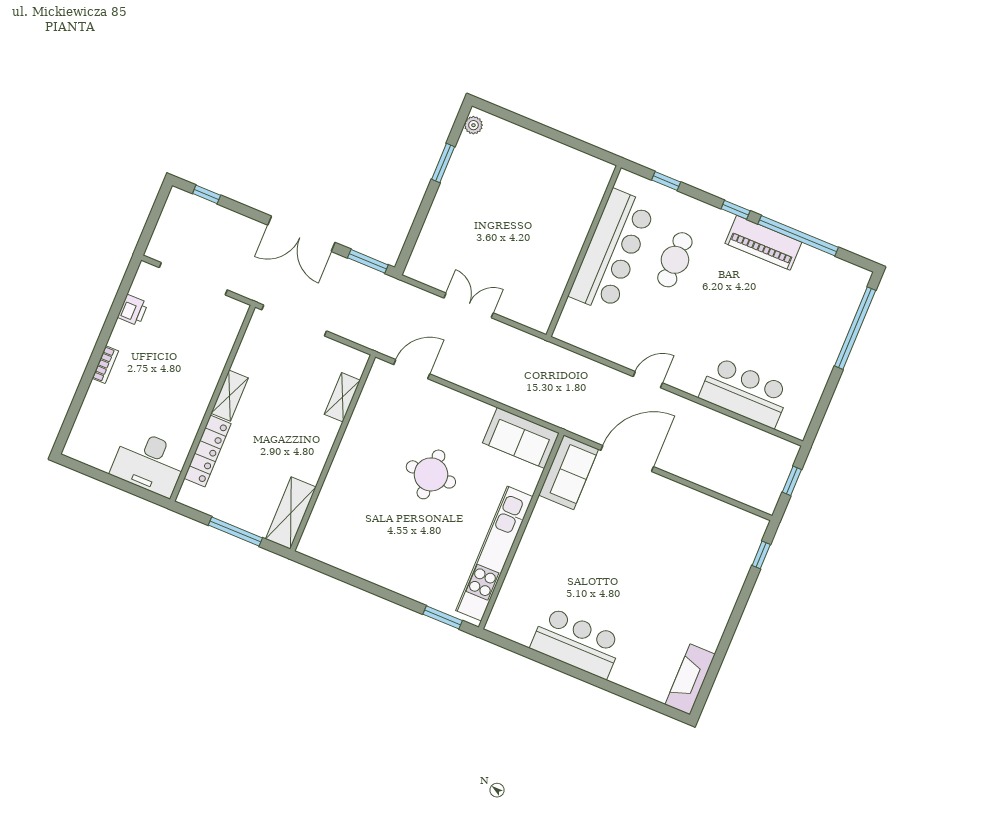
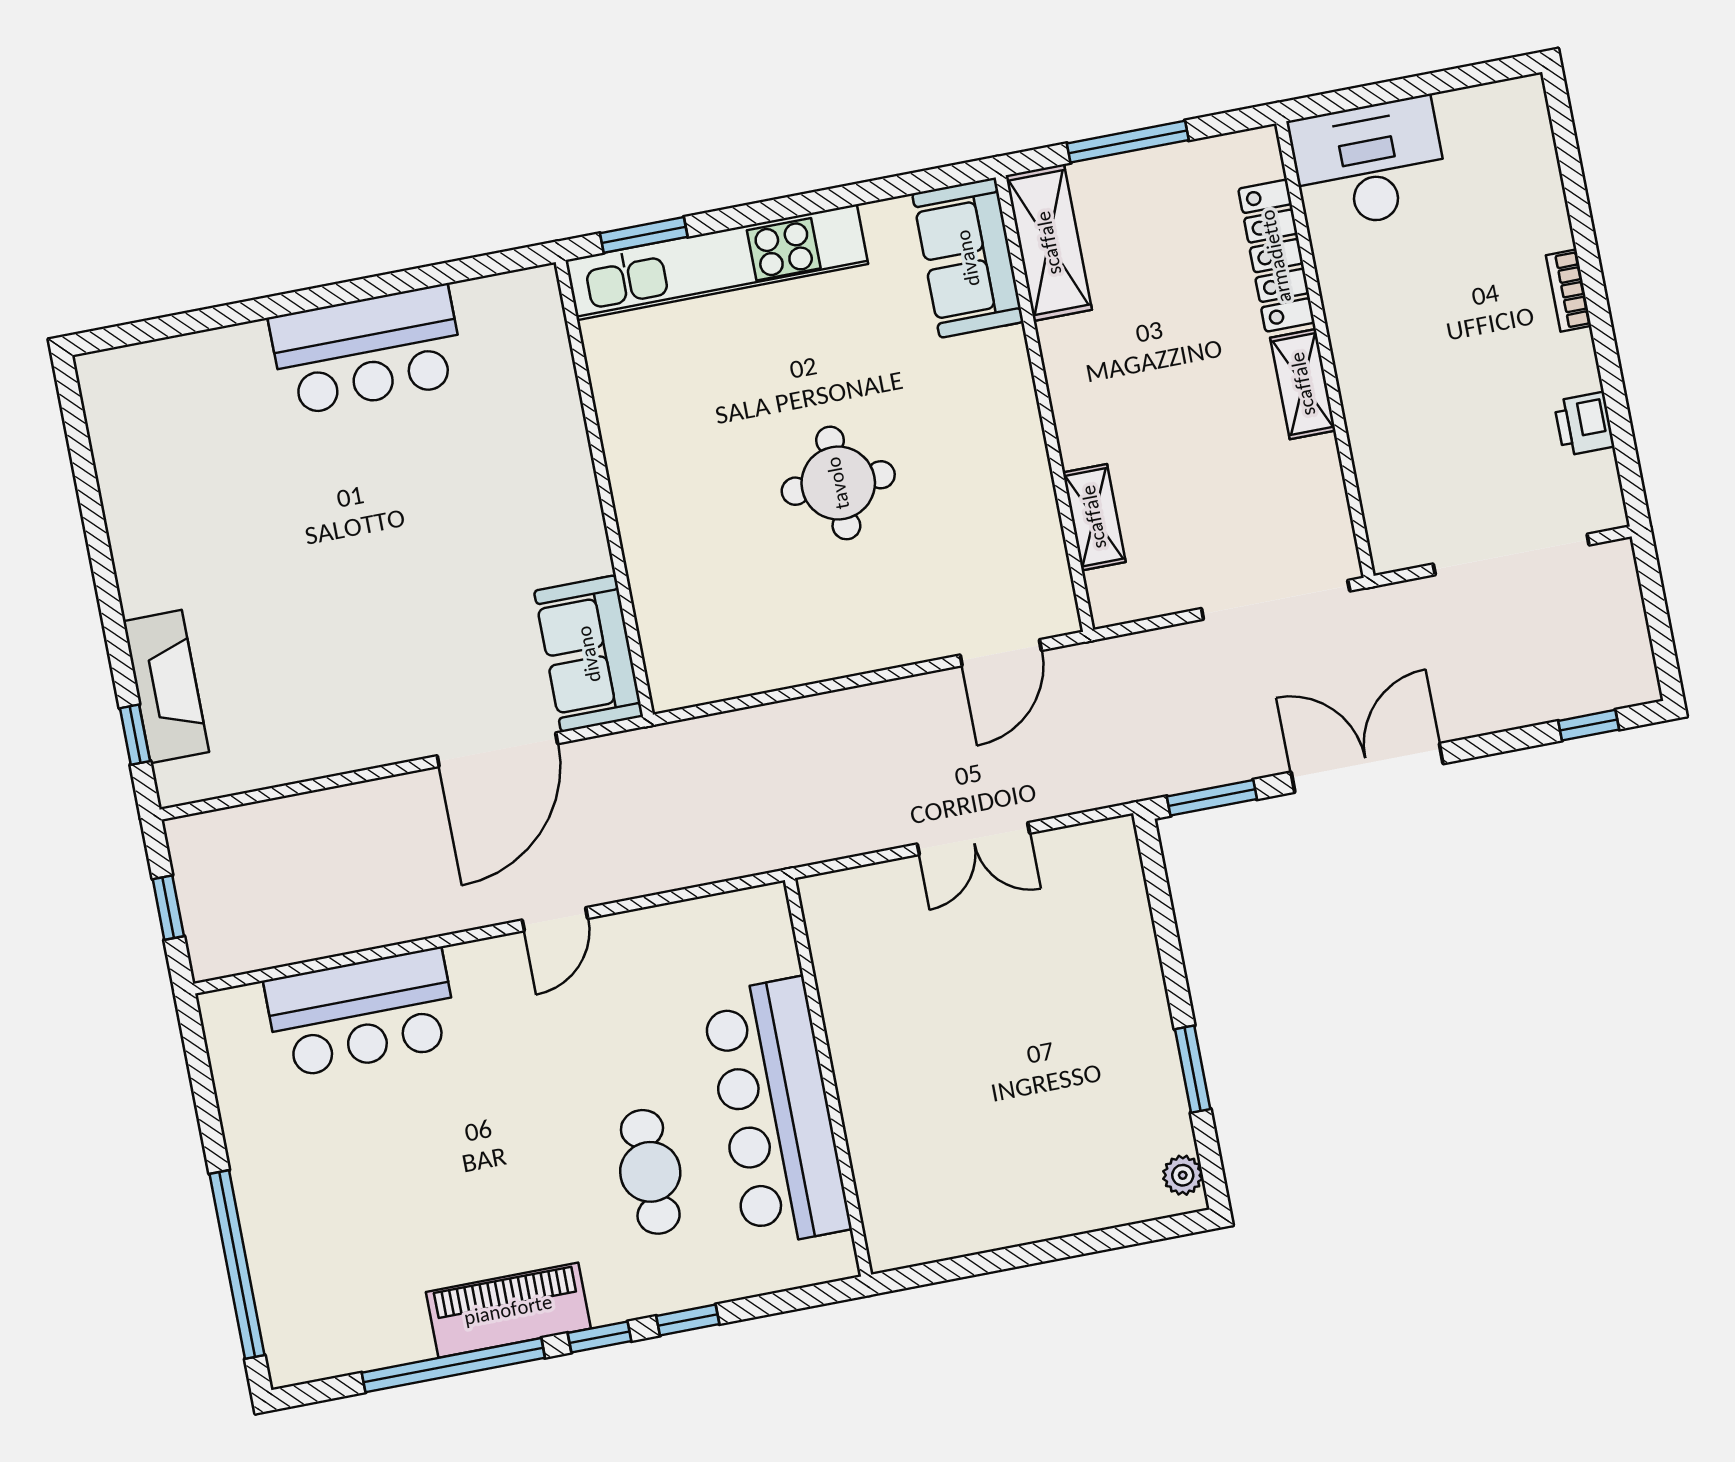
window: (666, 181) -> (688, 1320), moved
sofa: (521, 438) -> (968, 258), moved, turned -90
kitchen unit: (494, 554) -> (717, 262), moved, turned 90
fireplace: (690, 679) -> (166, 687), moved

